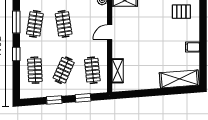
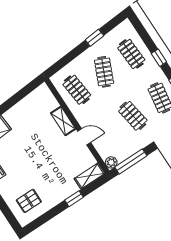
door: (110, 32) -> (84, 137), hinge flipped
shelving: (118, 71) -> (63, 121), moved
window: (83, 98) -> (68, 58), removed

